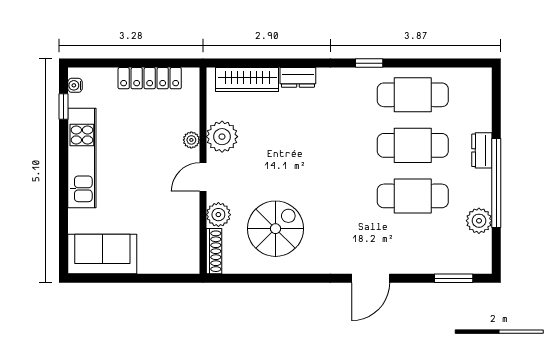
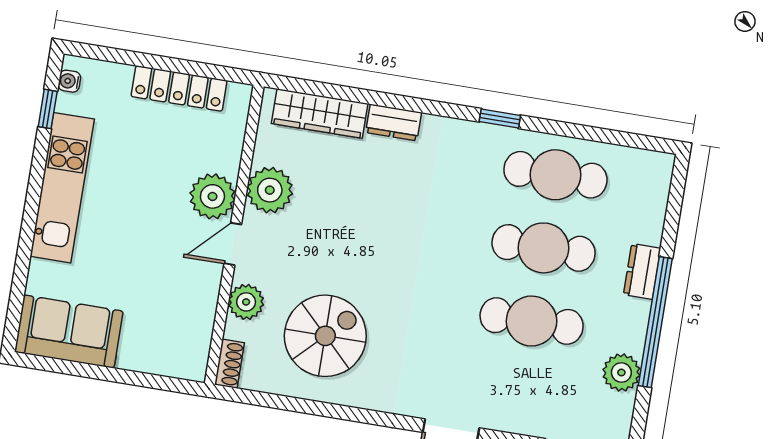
plant: (191, 140) -> (212, 196), width x1.88, depth x1.88
shoe rack: (214, 251) -> (229, 364), width x0.70

